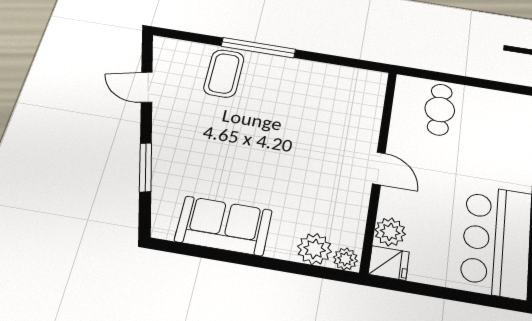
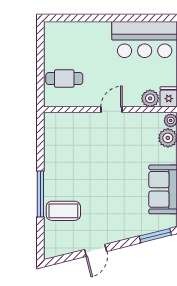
door: (147, 87) -> (96, 250), moved
window: (146, 167) -> (155, 236), moved

